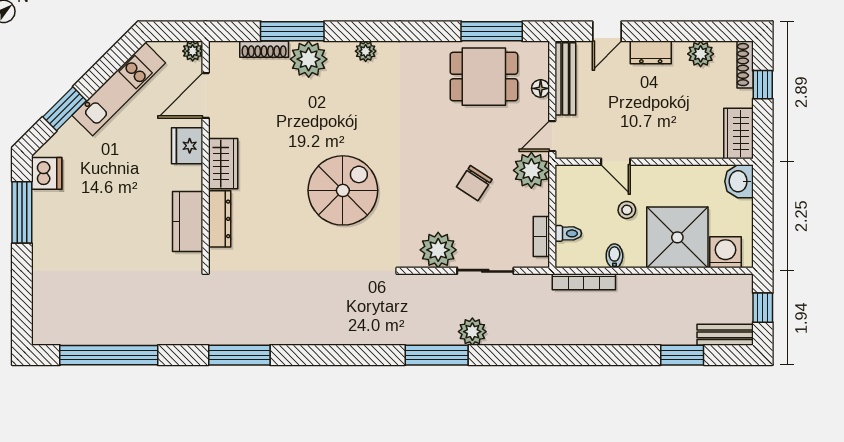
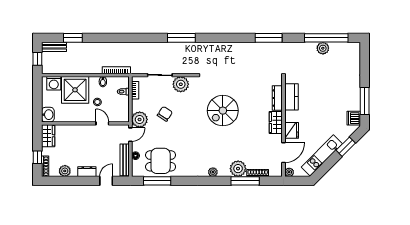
plant: (472, 332) -> (323, 48), moved

